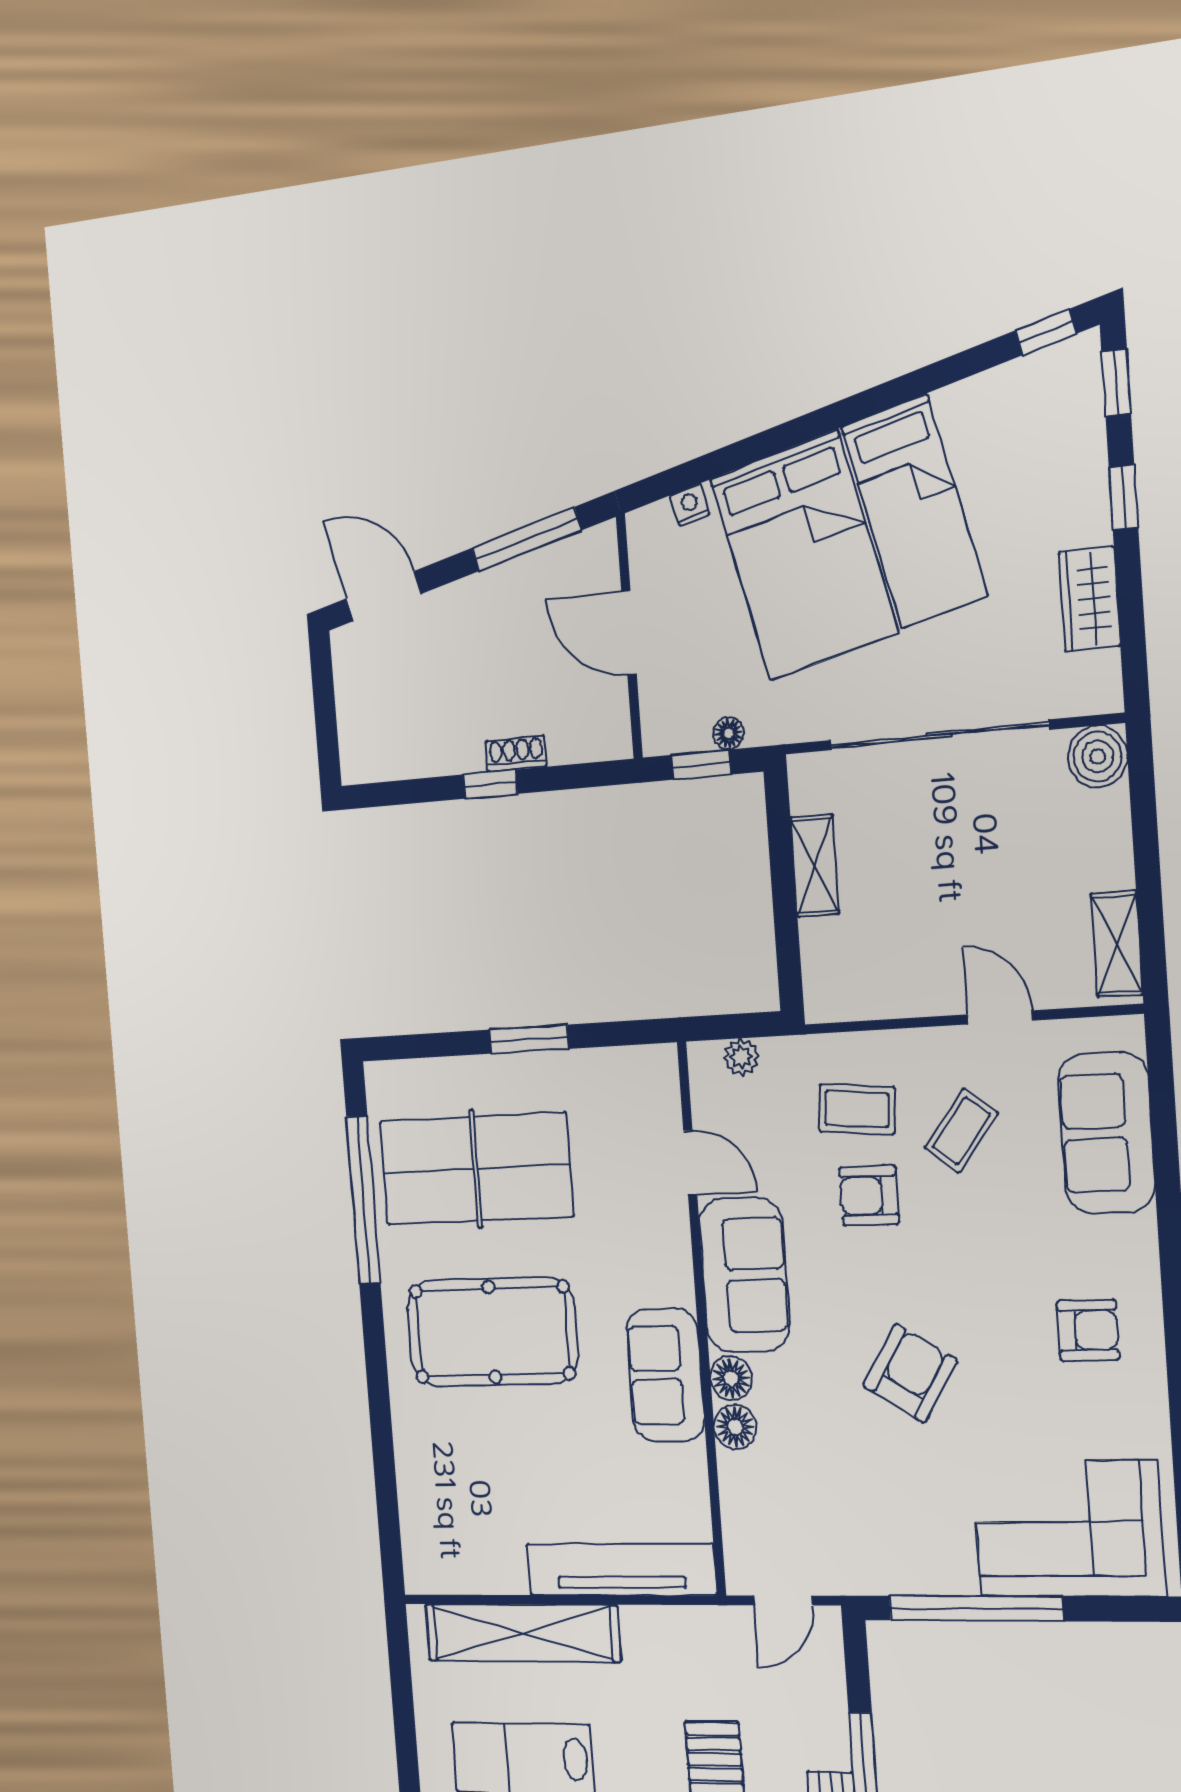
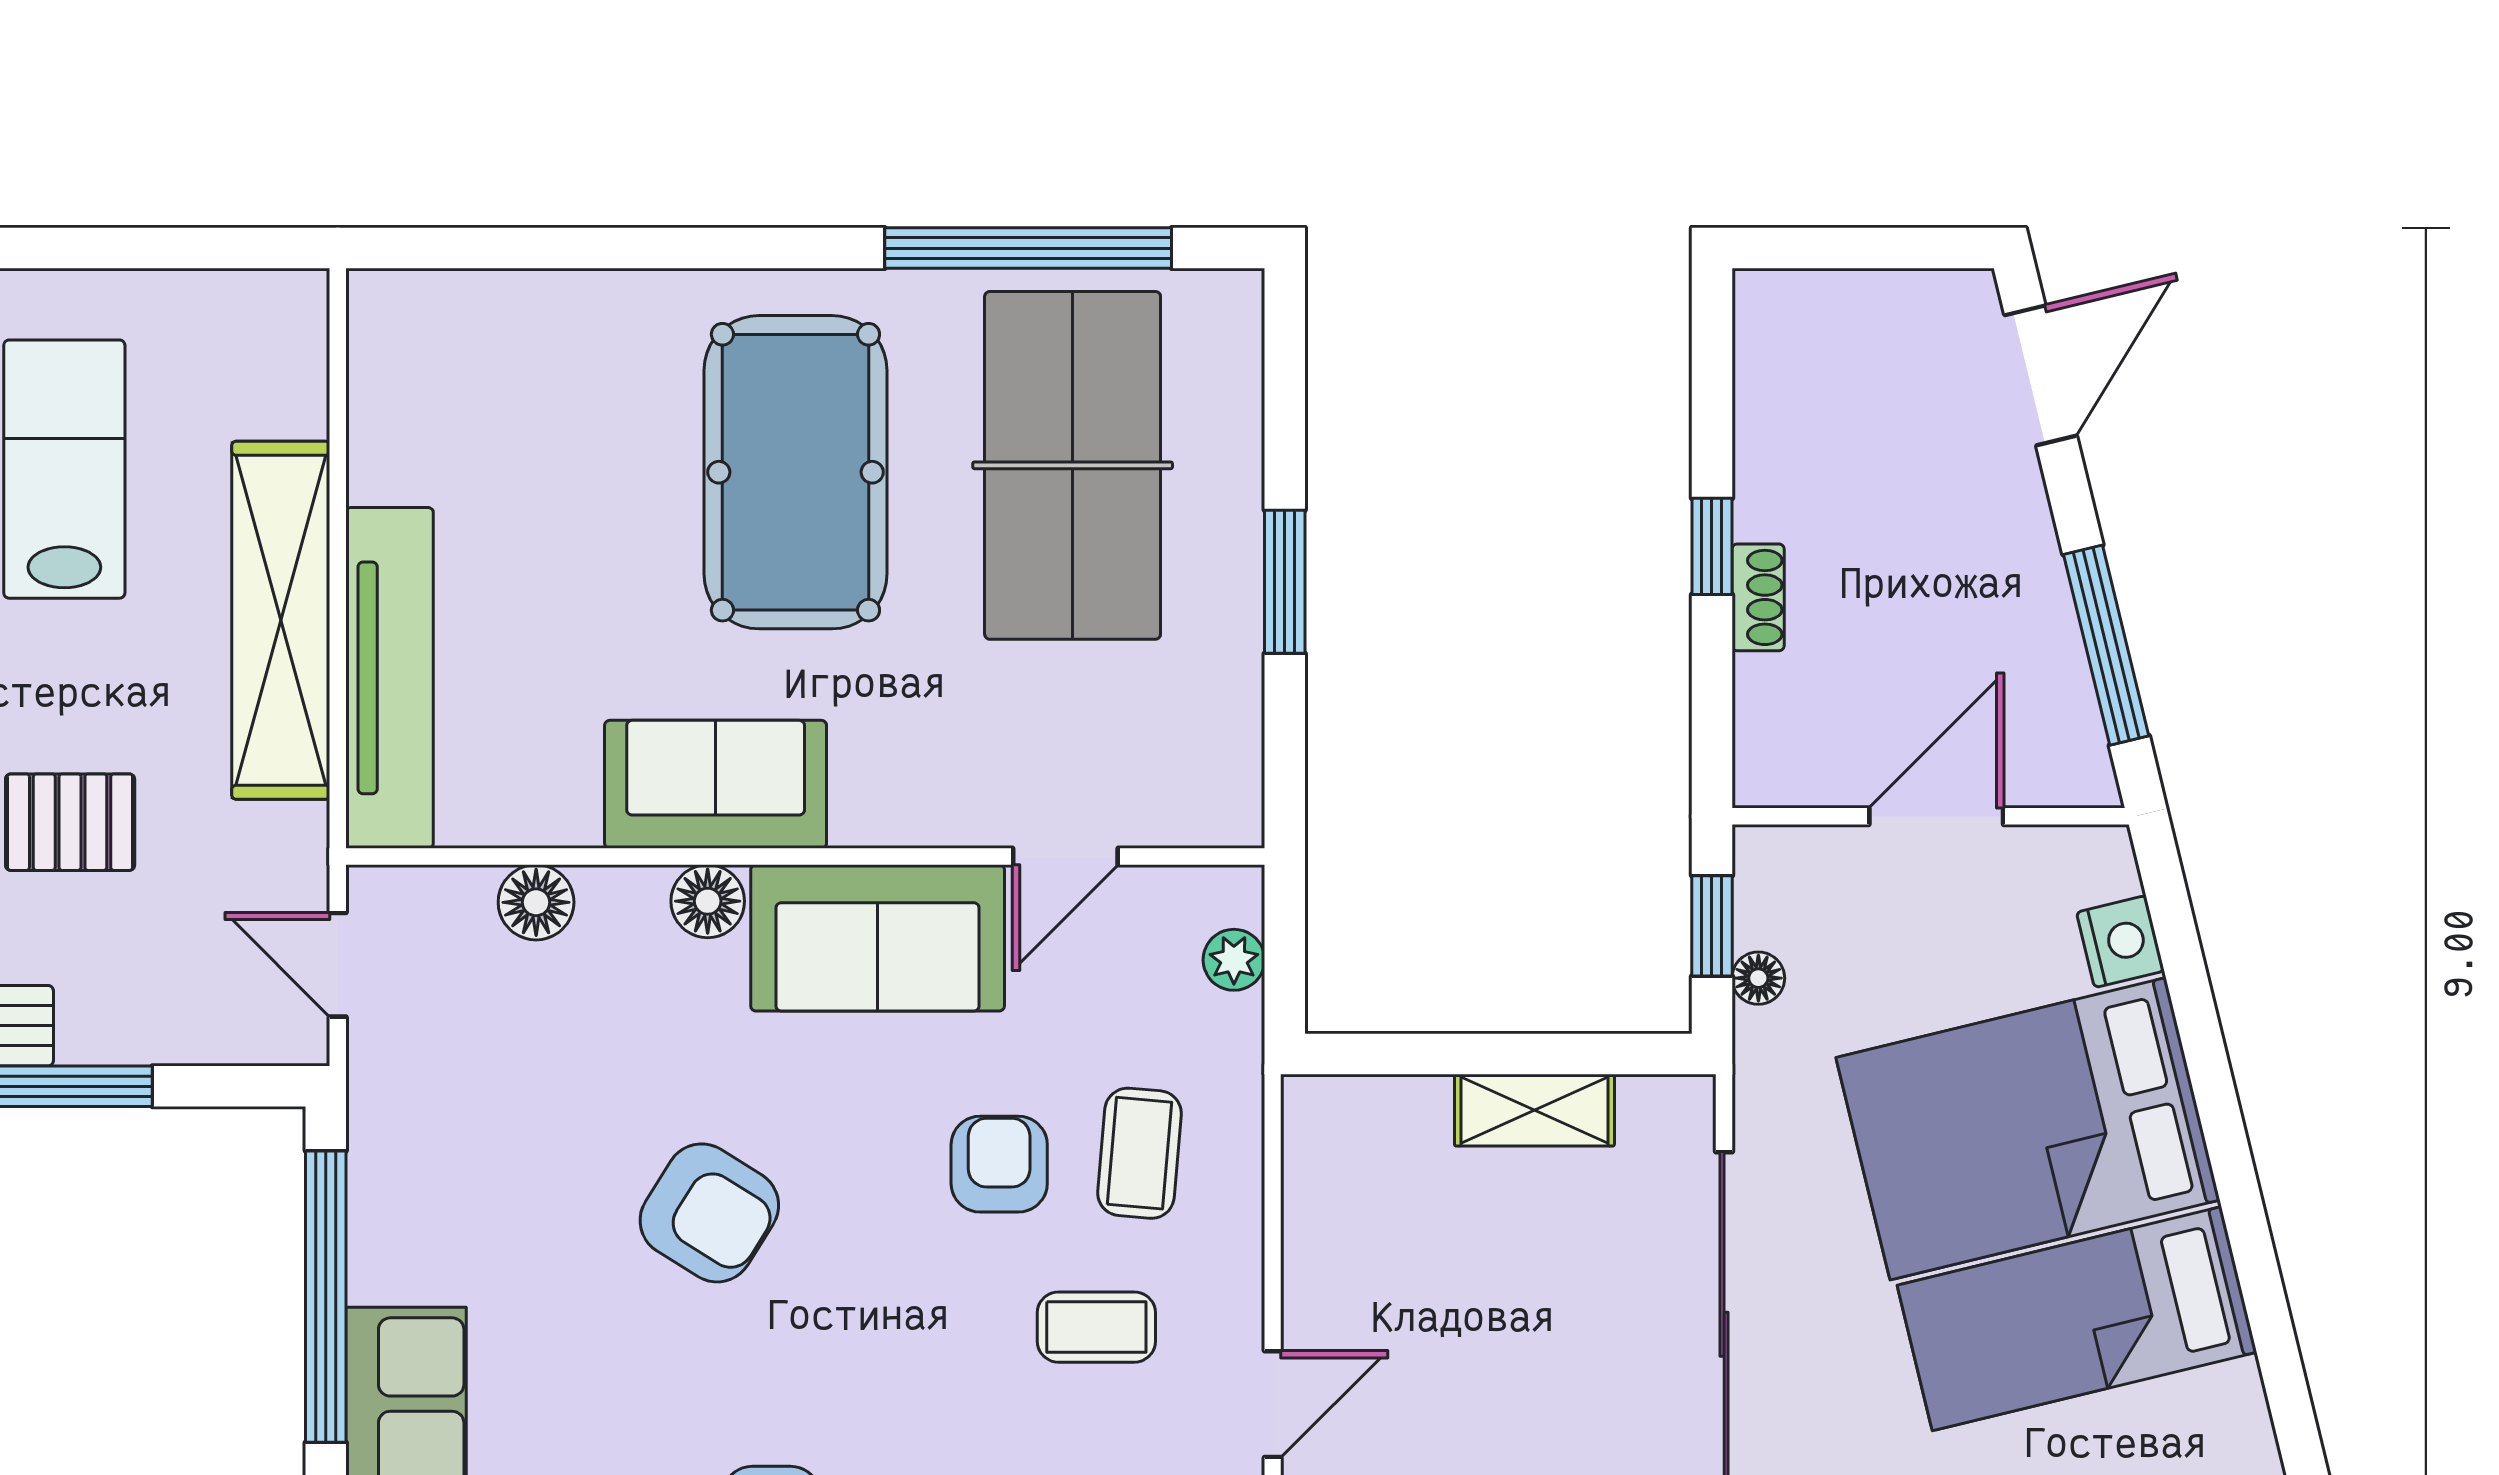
nightstand: (690, 505) -> (2120, 942), width x1.39, depth x1.35
coffee table: (961, 1131) -> (1096, 1327), turned -38
floor lamp: (735, 1427) -> (536, 902), moved
shelving: (522, 1633) -> (281, 620), moved

